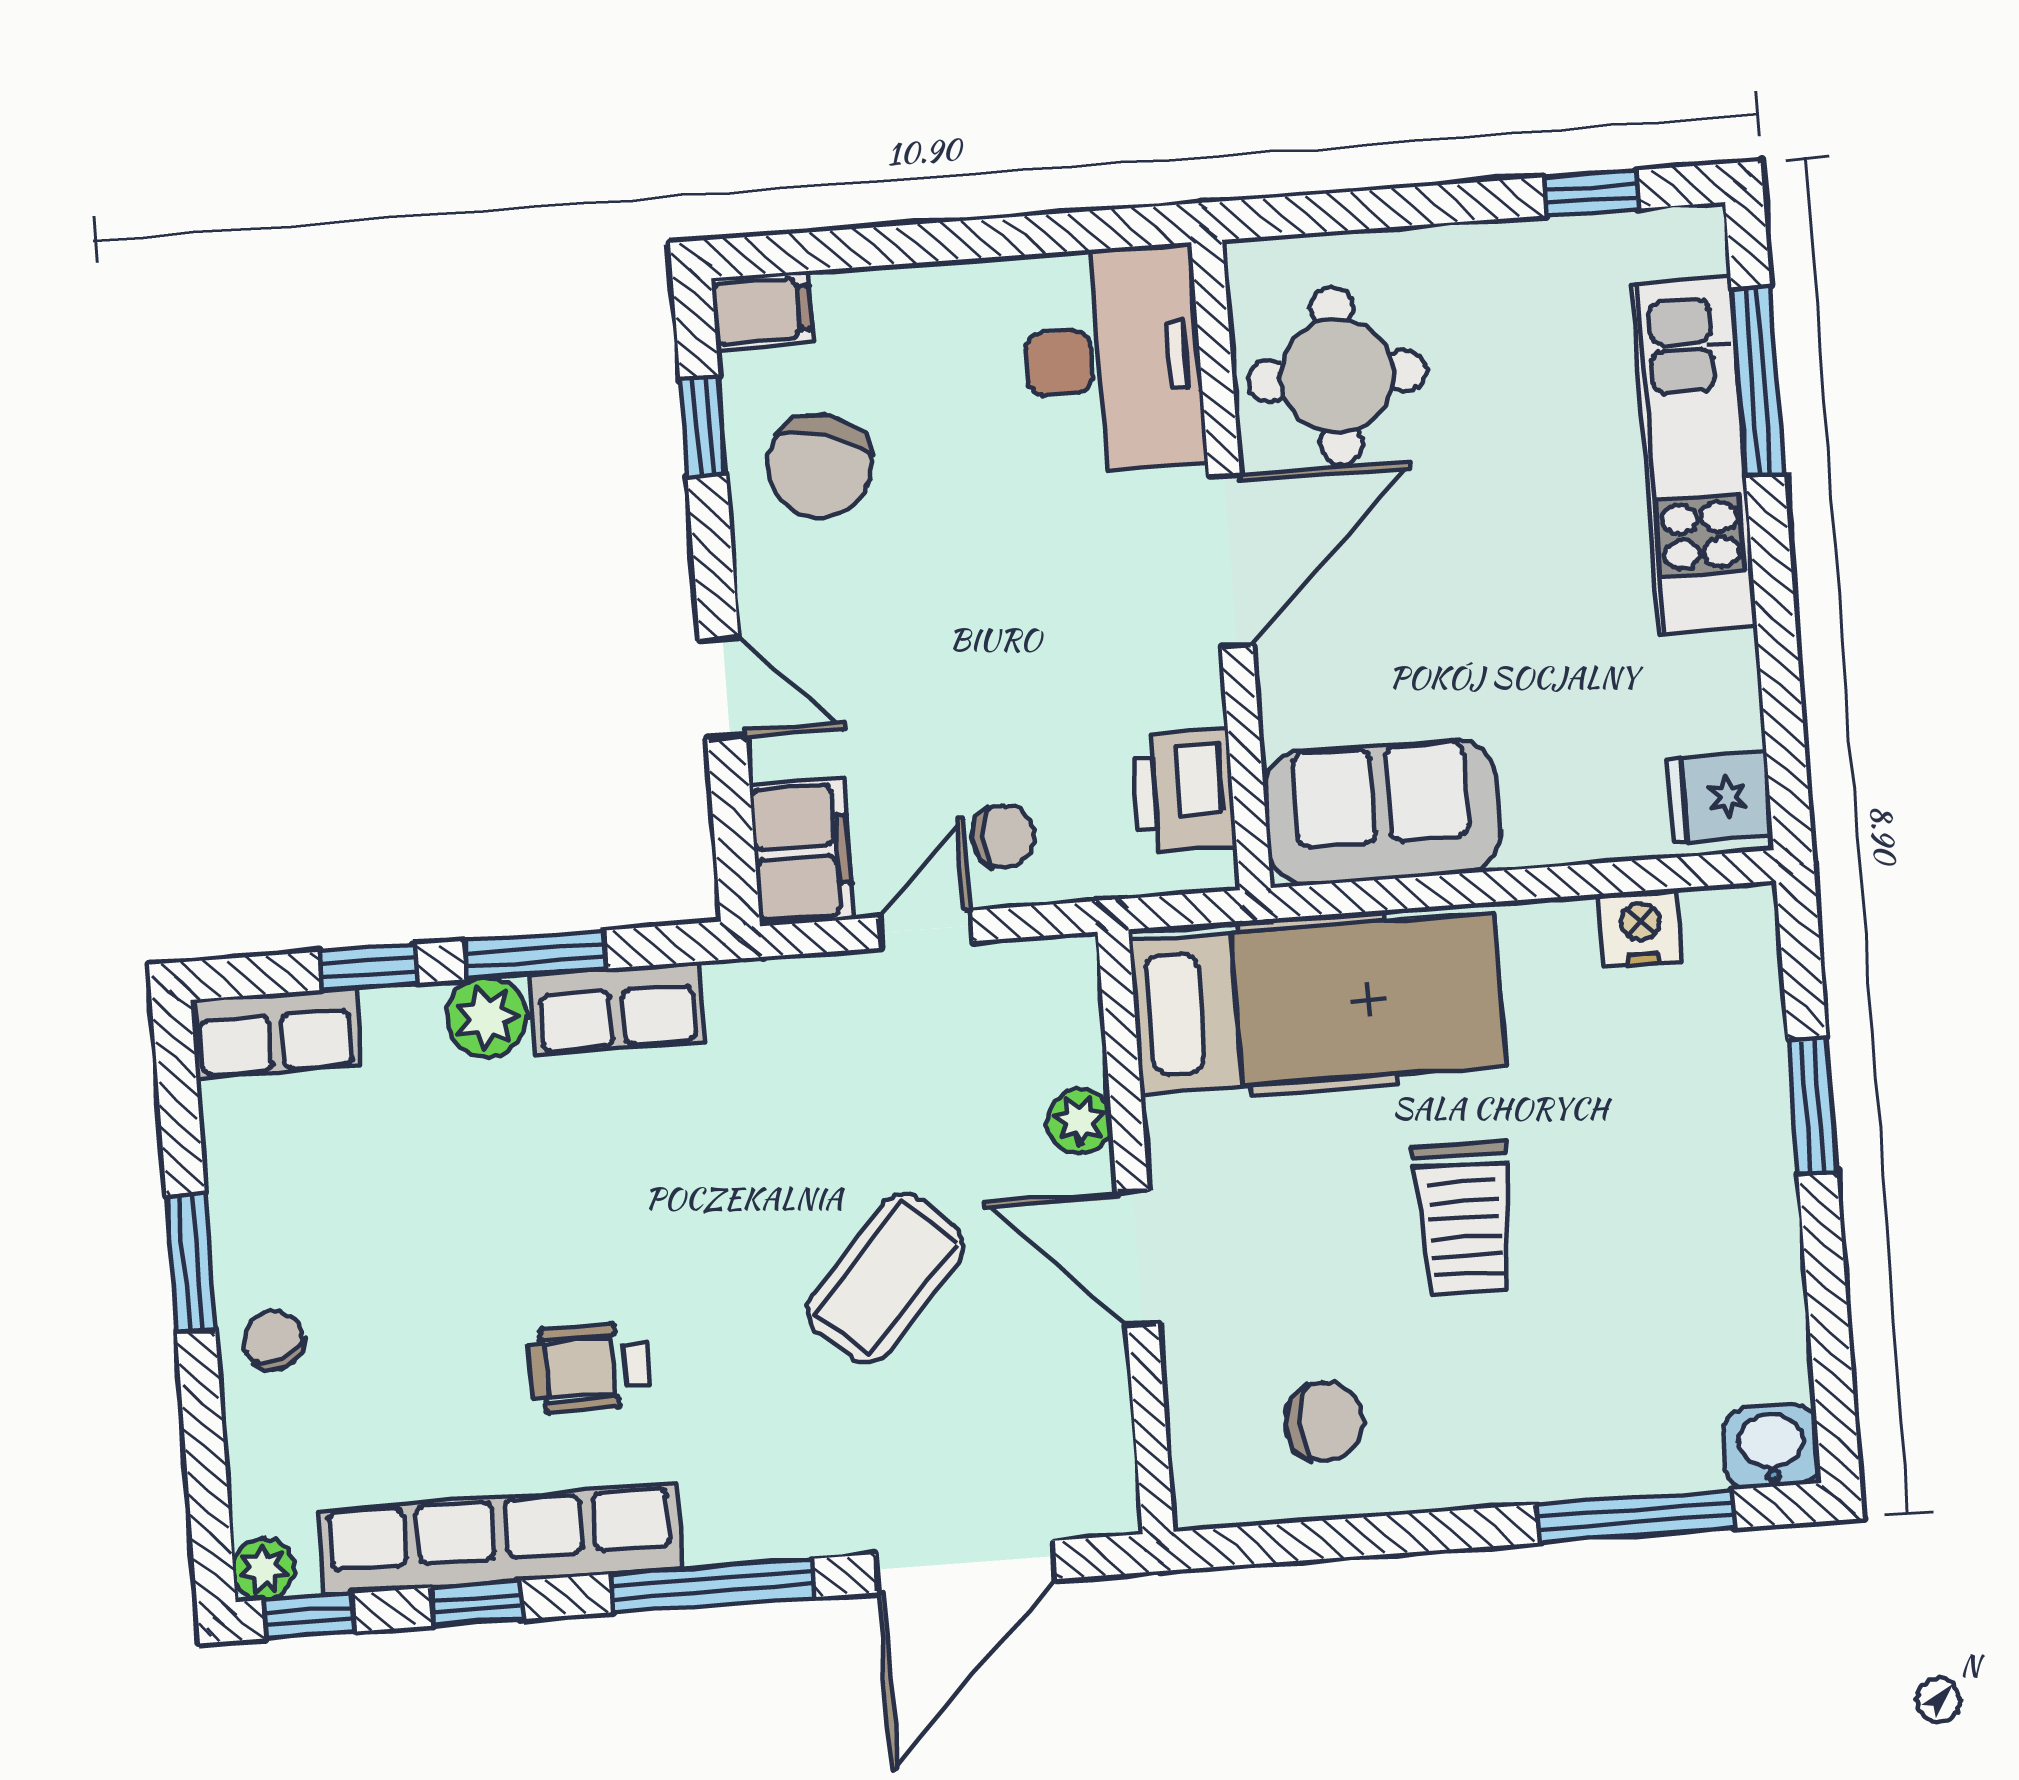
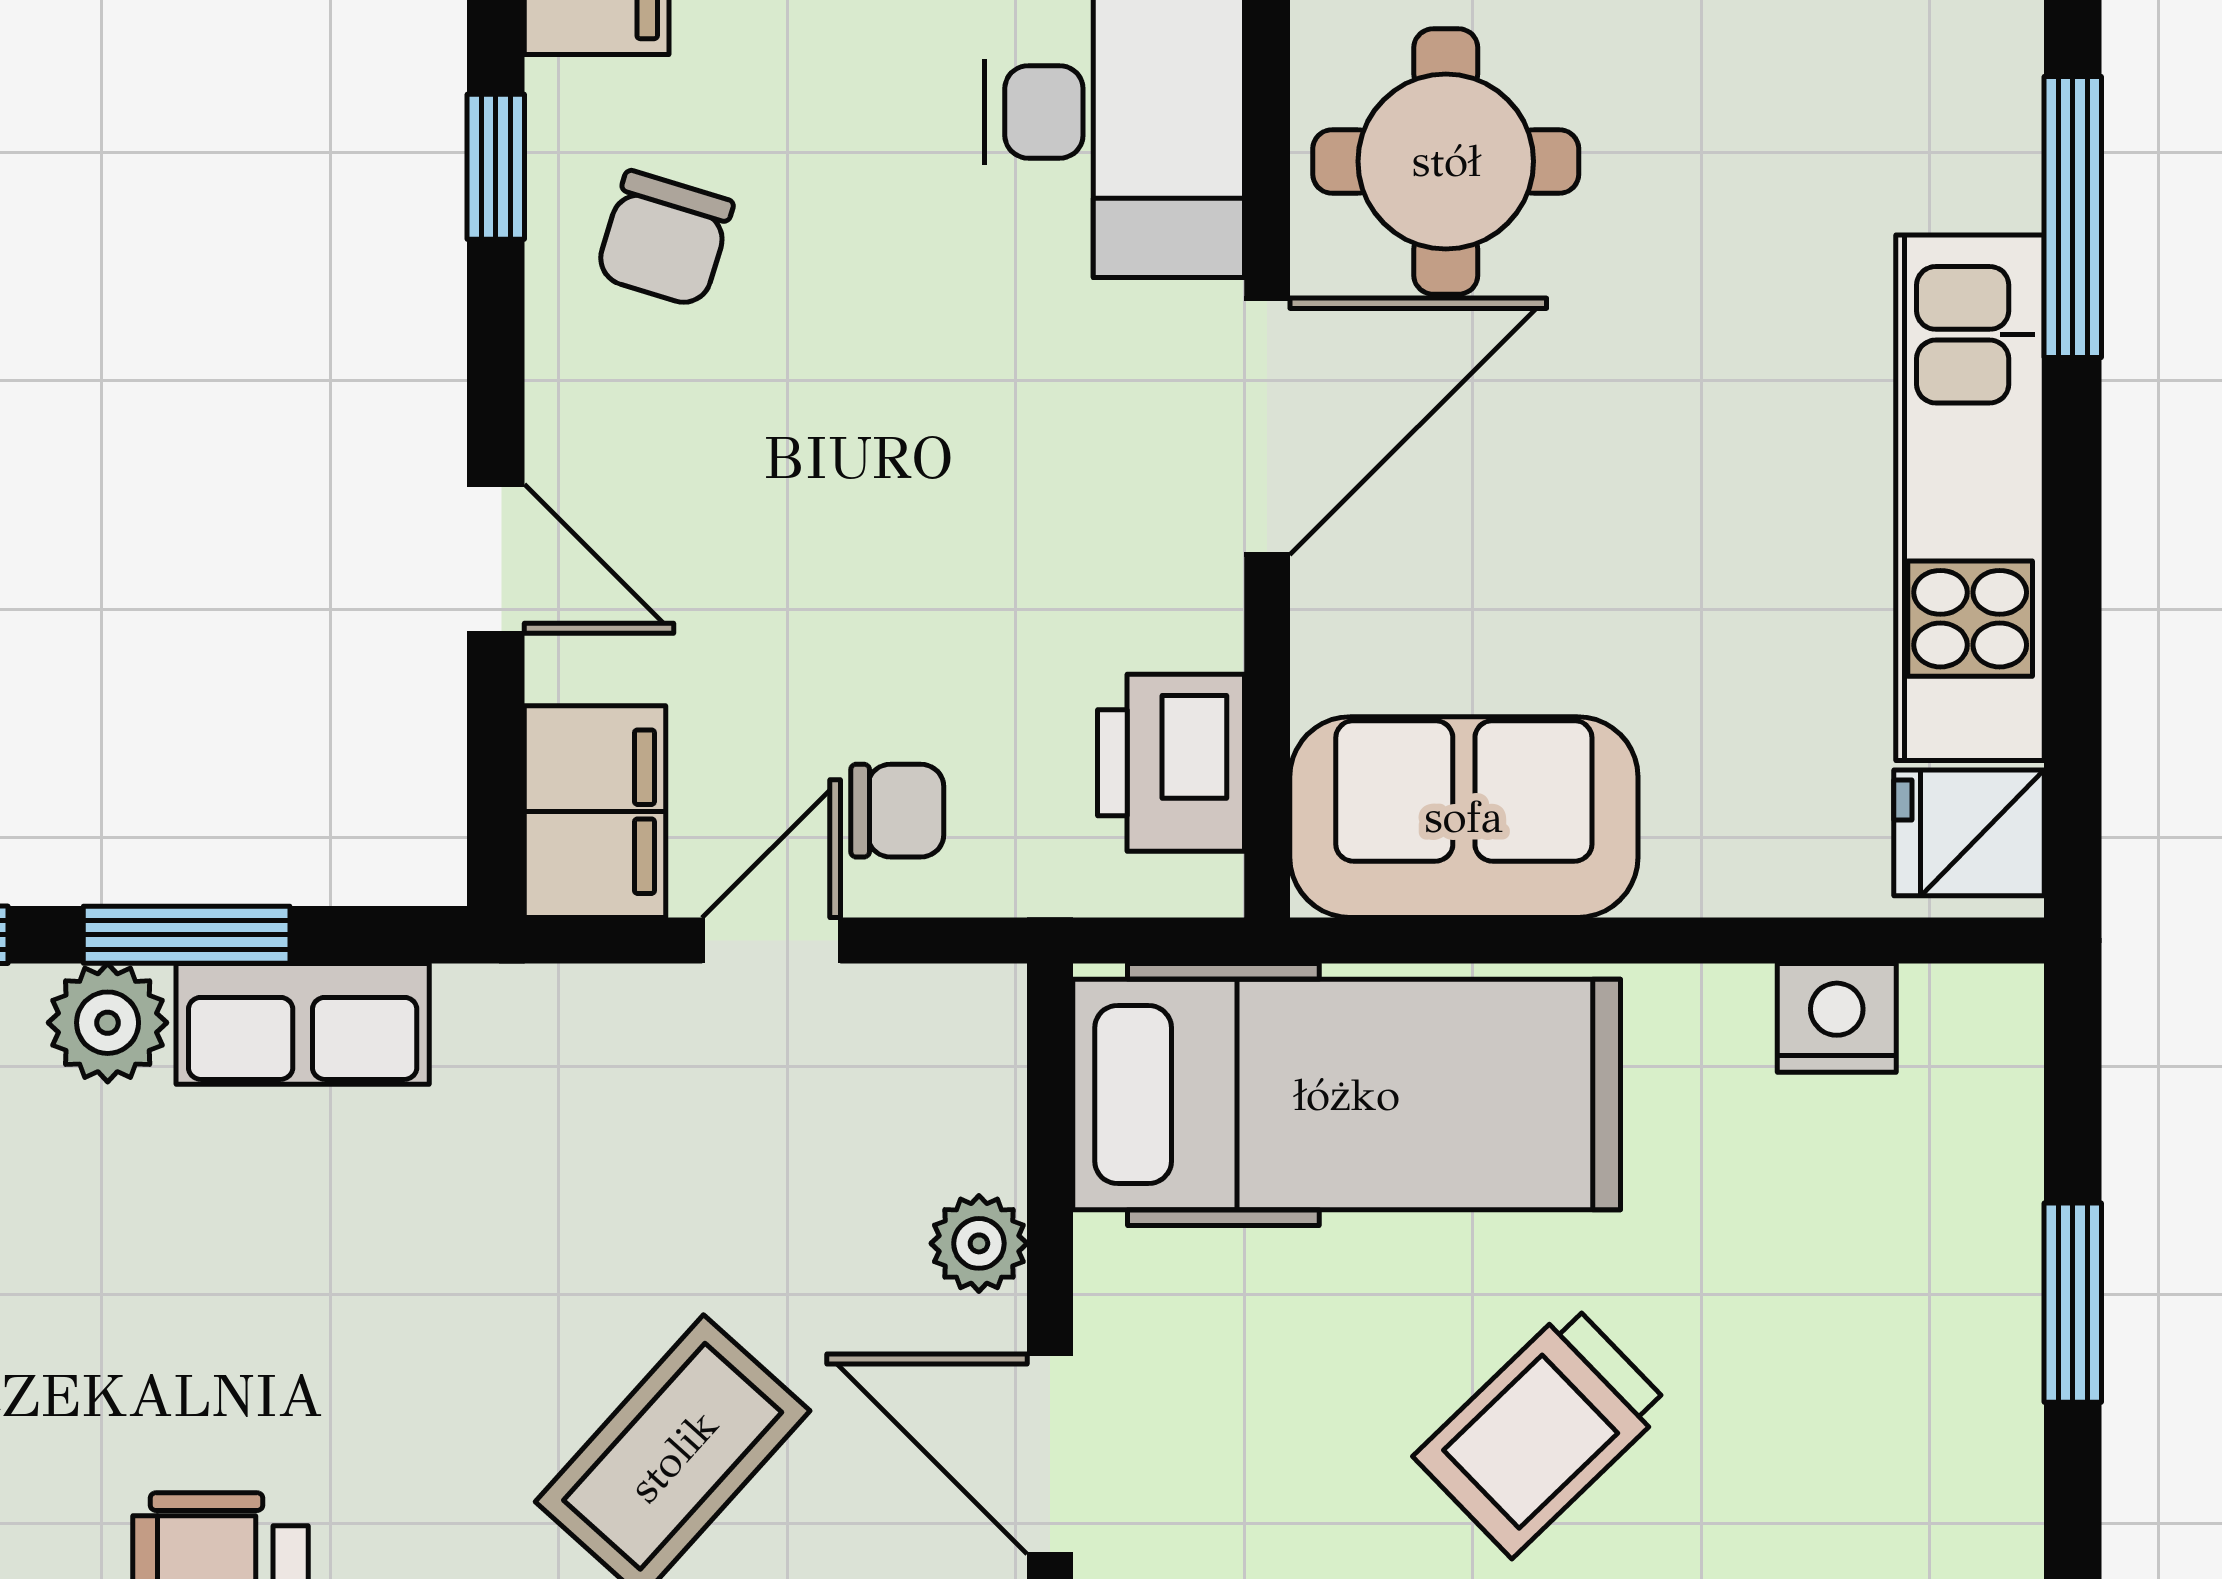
kitchen unit: (1695, 455) -> (1970, 498), moved
chair: (819, 466) -> (664, 239), width x0.73, depth x0.73
trolley: (1464, 1218) -> (1542, 1431), turned 46

